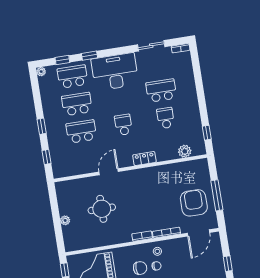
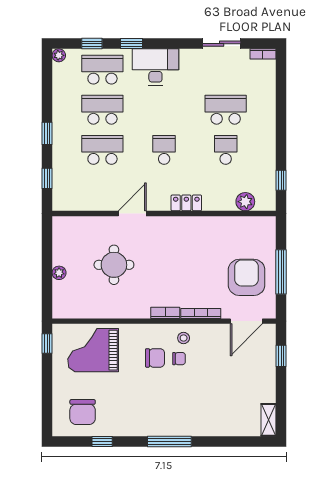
desk: (115, 72) -> (155, 67), width x0.73, depth x0.77
window: (228, 264) -> (281, 356), moved

